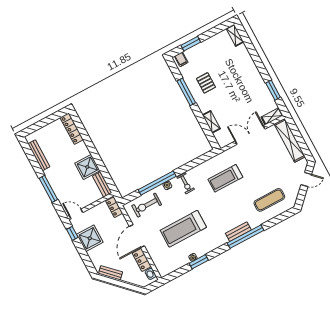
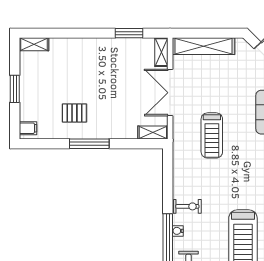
window: (191, 44) -> (15, 89), moved
window: (186, 92) -> (89, 144), moved
shelving: (211, 122) -> (153, 133), moved
treadmill: (225, 178) -> (212, 135), moved

